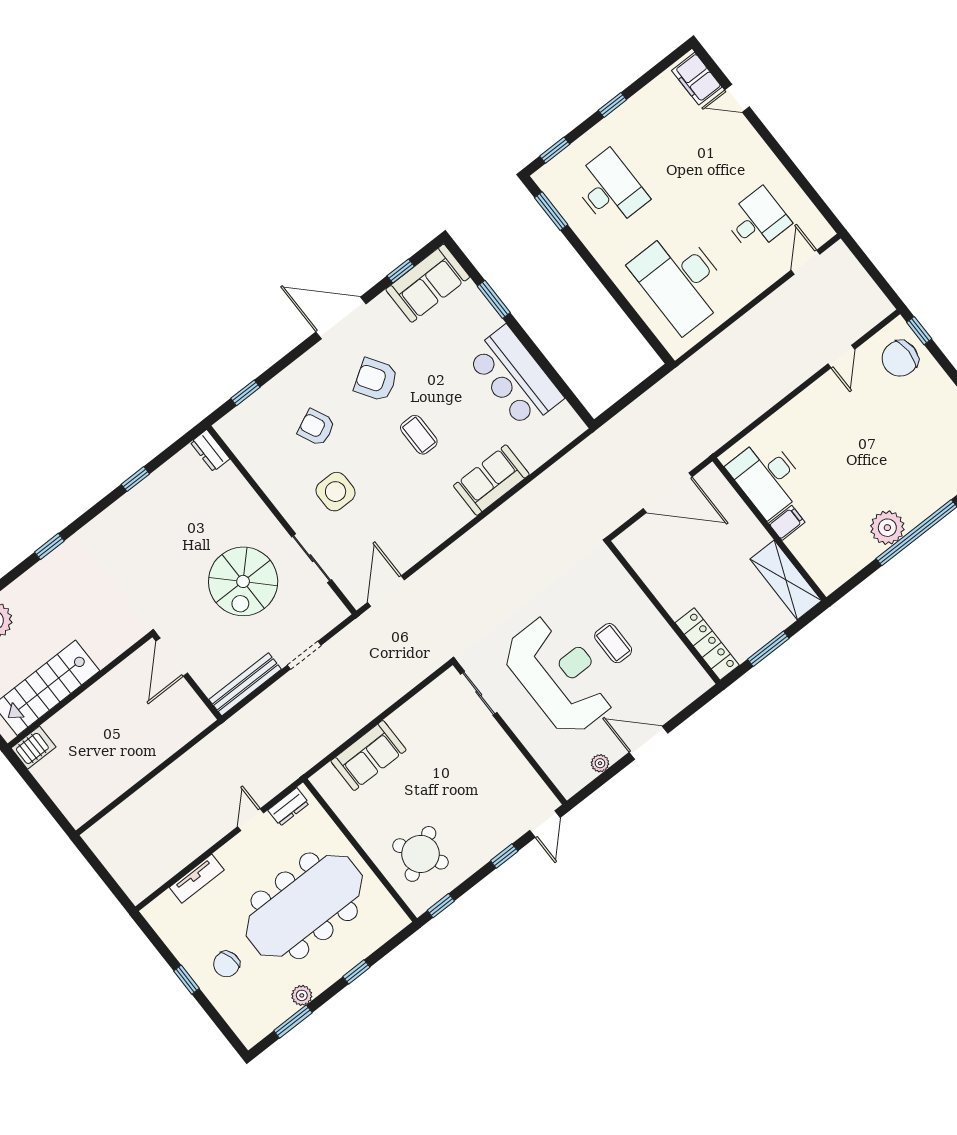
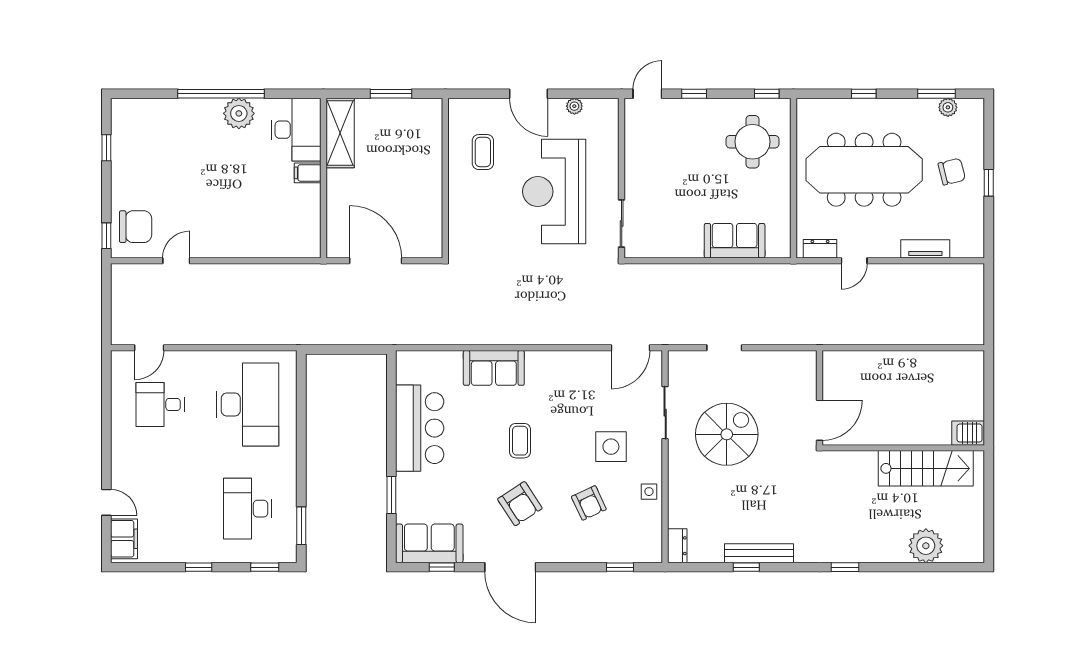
desk: (767, 477) -> (296, 130), moved
side table: (272, 478) -> (649, 492), added
coffee table: (613, 643) -> (483, 152), moved
locker: (707, 644) -> (432, 131), removed
bench: (245, 684) -> (759, 553), moved
round table: (420, 854) -> (752, 142), turned 30
plant: (302, 995) -> (948, 107), moved

